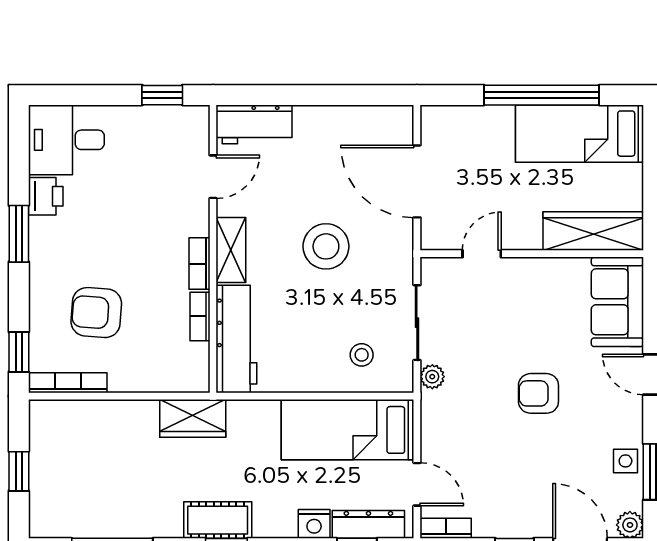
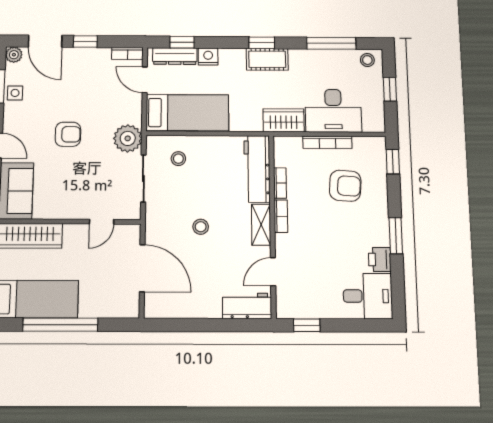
stool: (326, 246) -> (201, 227), width x0.53, depth x0.53
plant: (432, 377) -> (128, 138), width x1.88, depth x1.88
bookcase: (68, 383) -> (327, 142), moved
desk: (112, 435) -> (333, 111), added
stool: (54, 520) -> (367, 60), added

